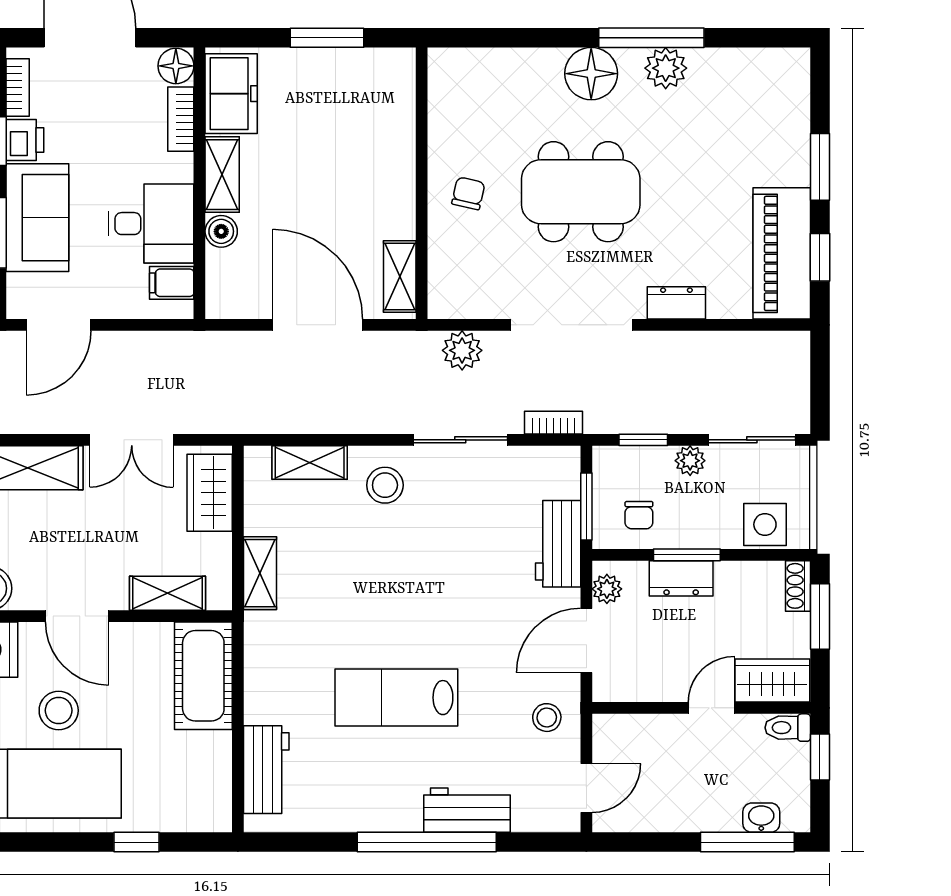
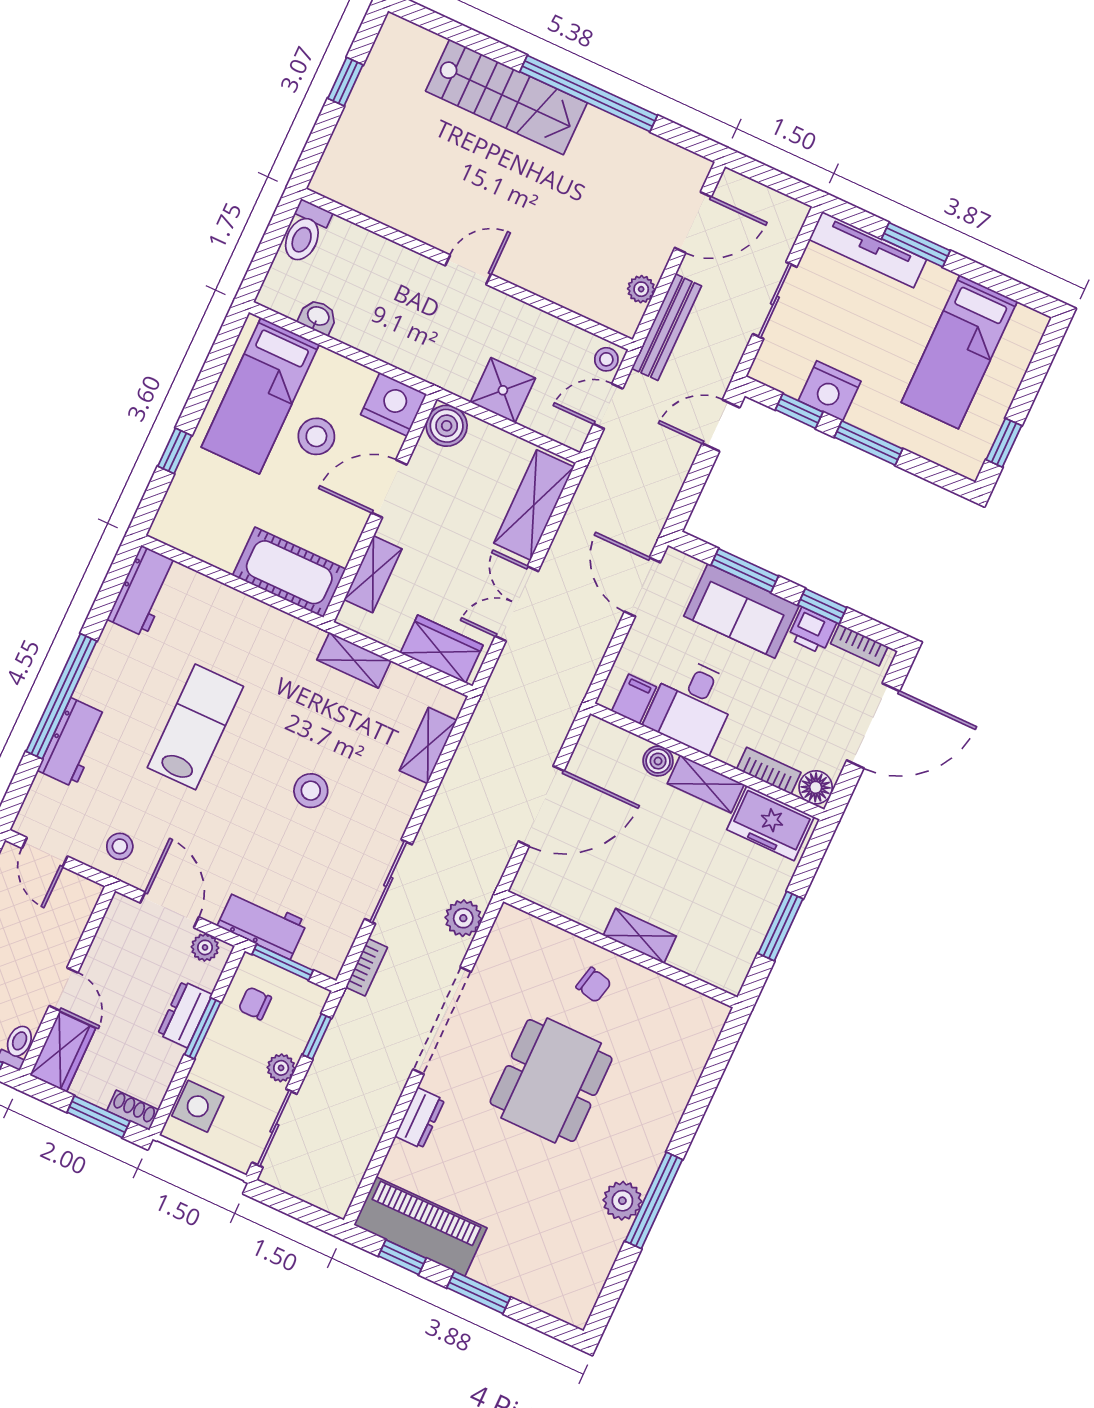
floor lamp: (591, 74) -> (647, 1136), removed
shelving: (400, 277) -> (640, 936), moved
stool: (385, 485) -> (311, 791), moved
workbench: (266, 770) -> (143, 591), moved, turned -90

